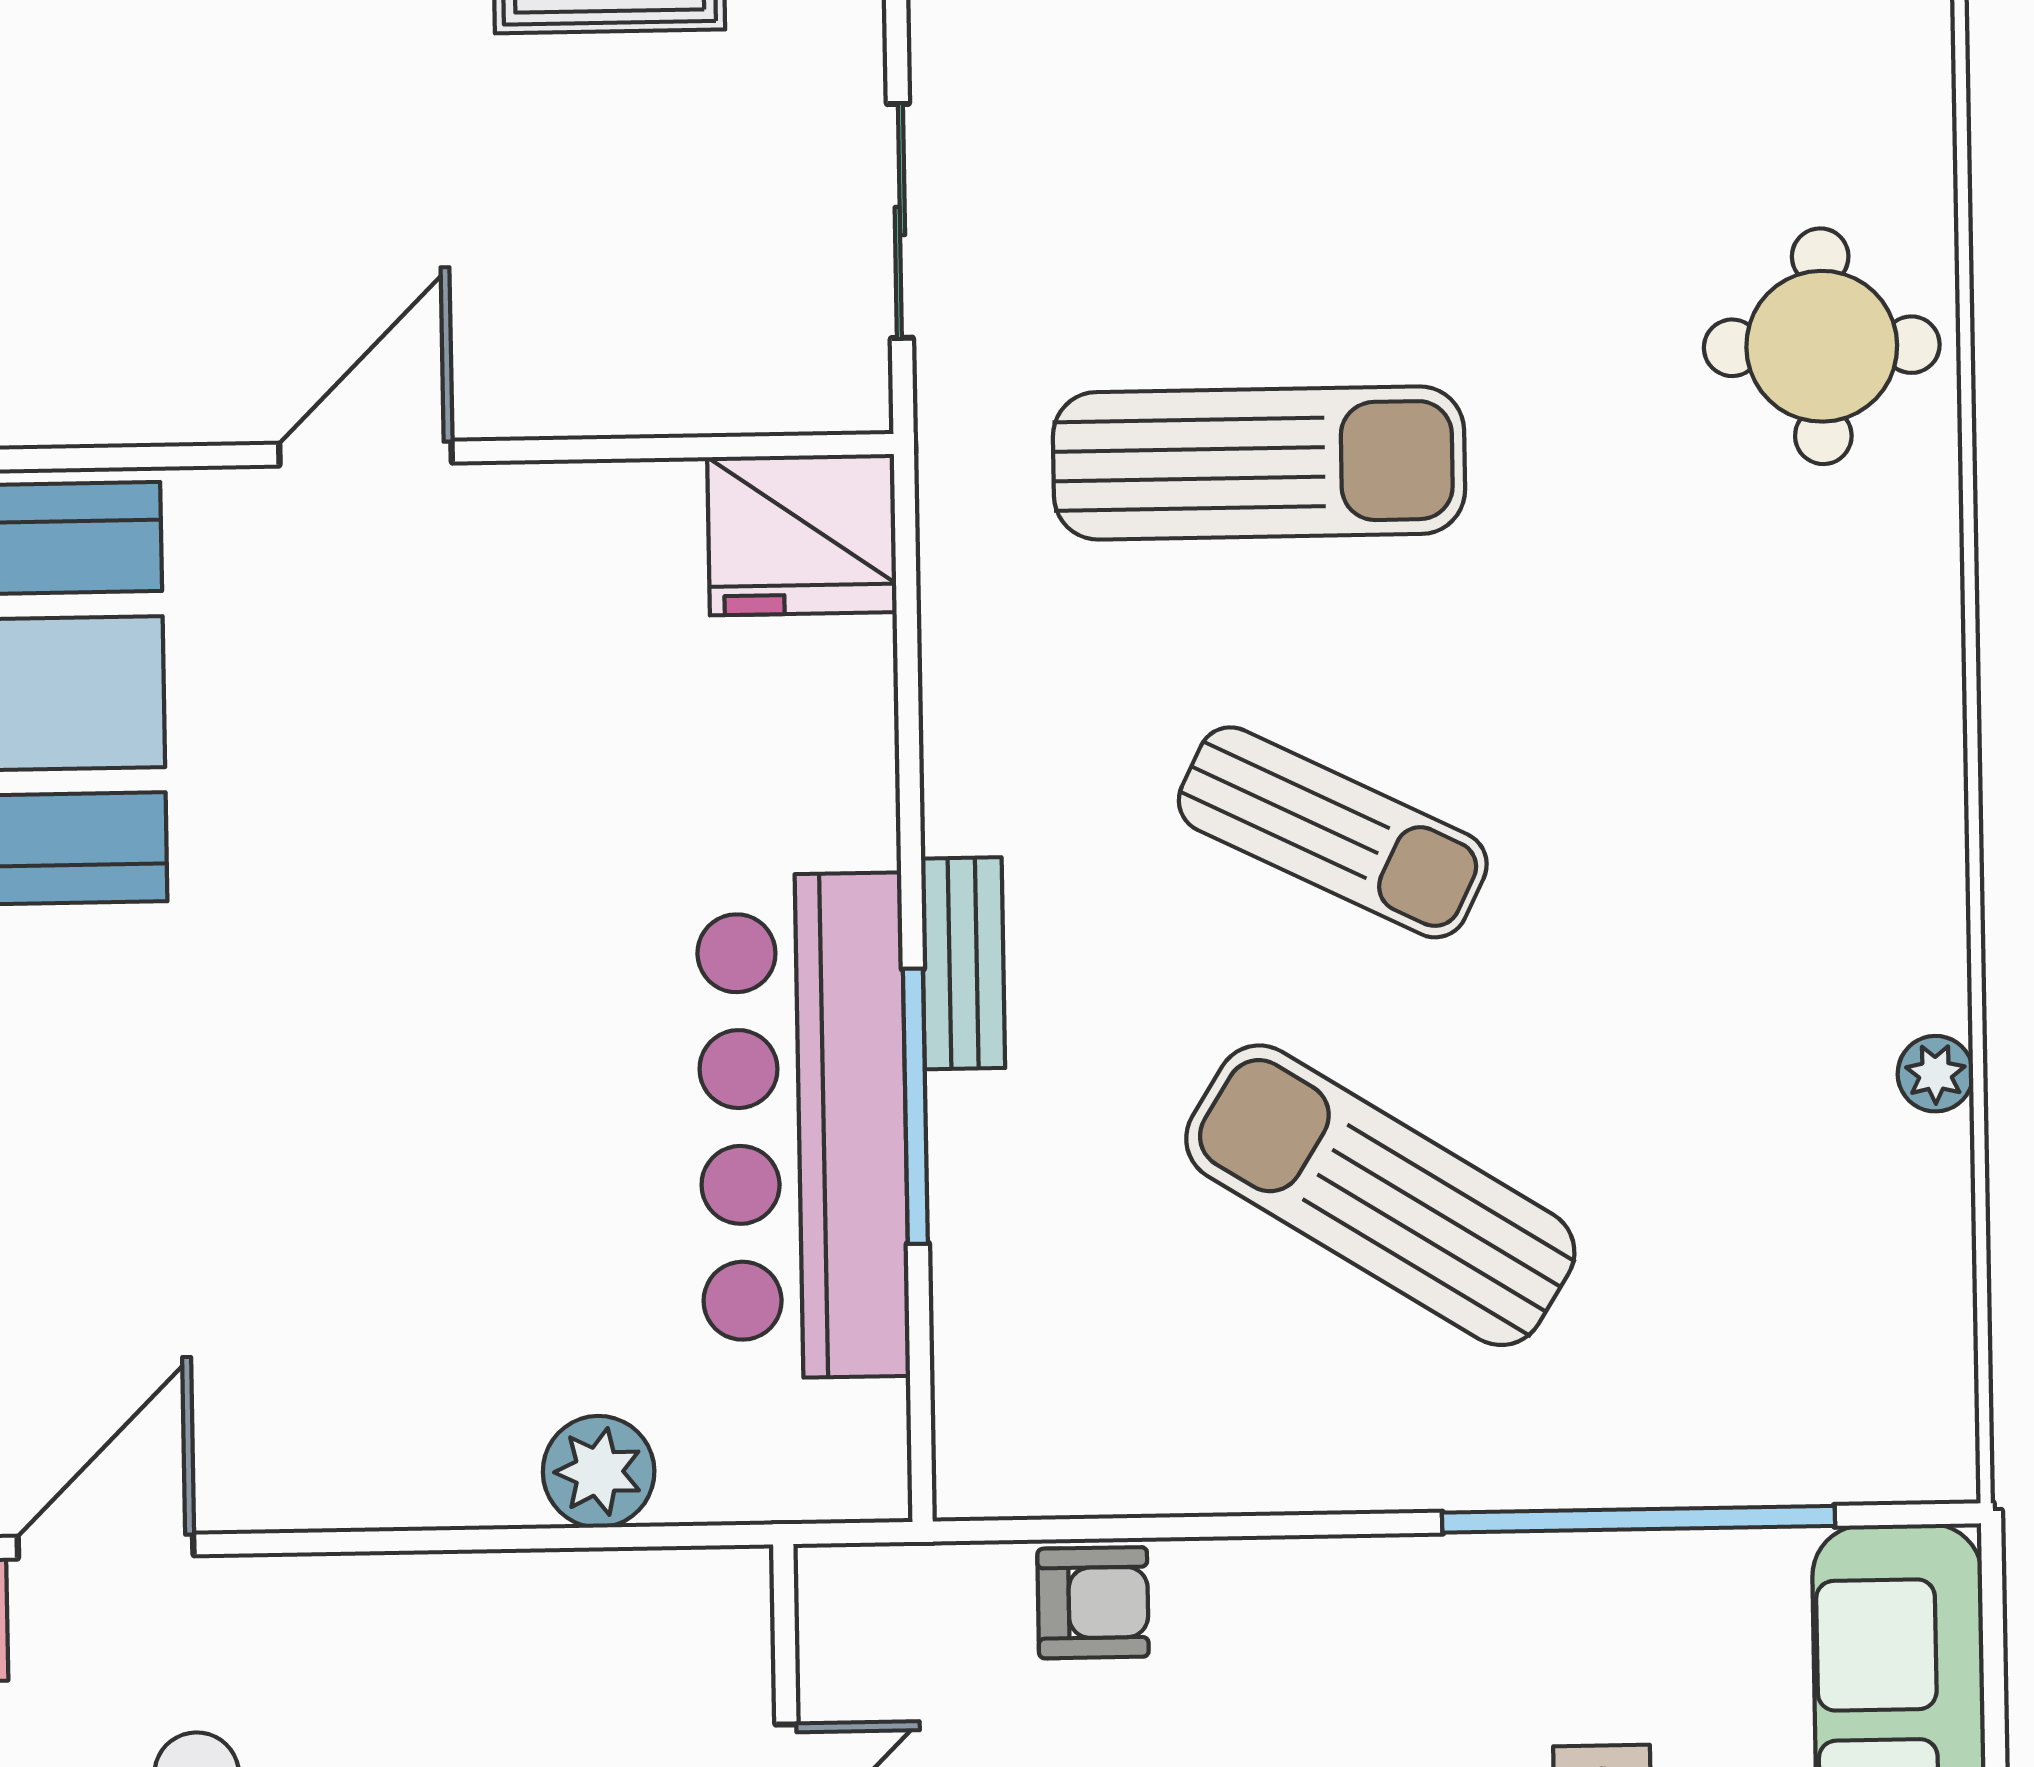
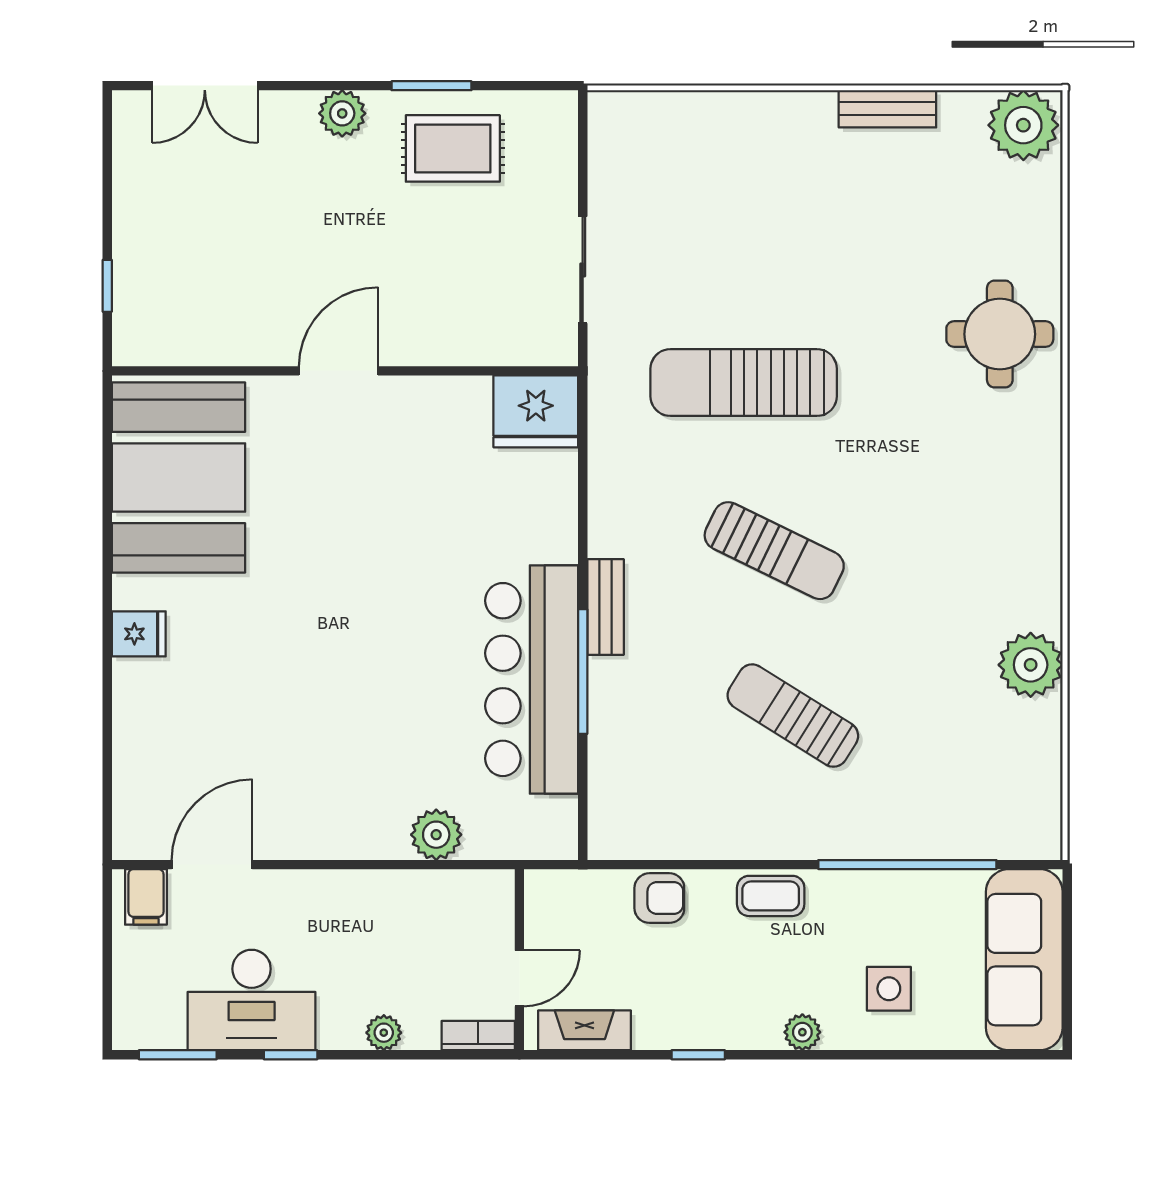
sun lounger: (1259, 463) -> (744, 383), turned 180
plant: (1935, 1074) -> (1031, 665), width x1.87, depth x1.87
sun lounger: (1380, 1195) -> (793, 716), width x0.73, depth x0.75
coffee table: (1338, 1594) -> (771, 896), added

